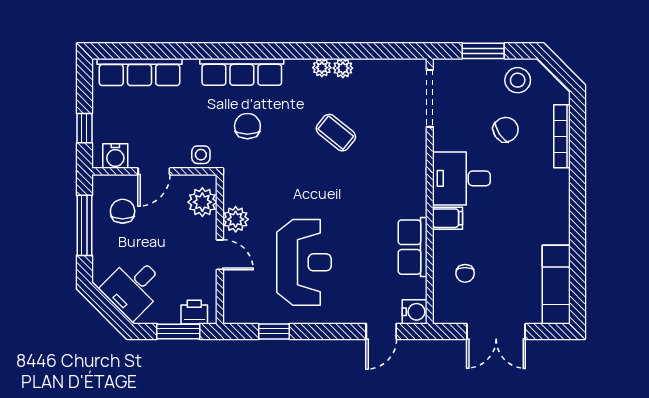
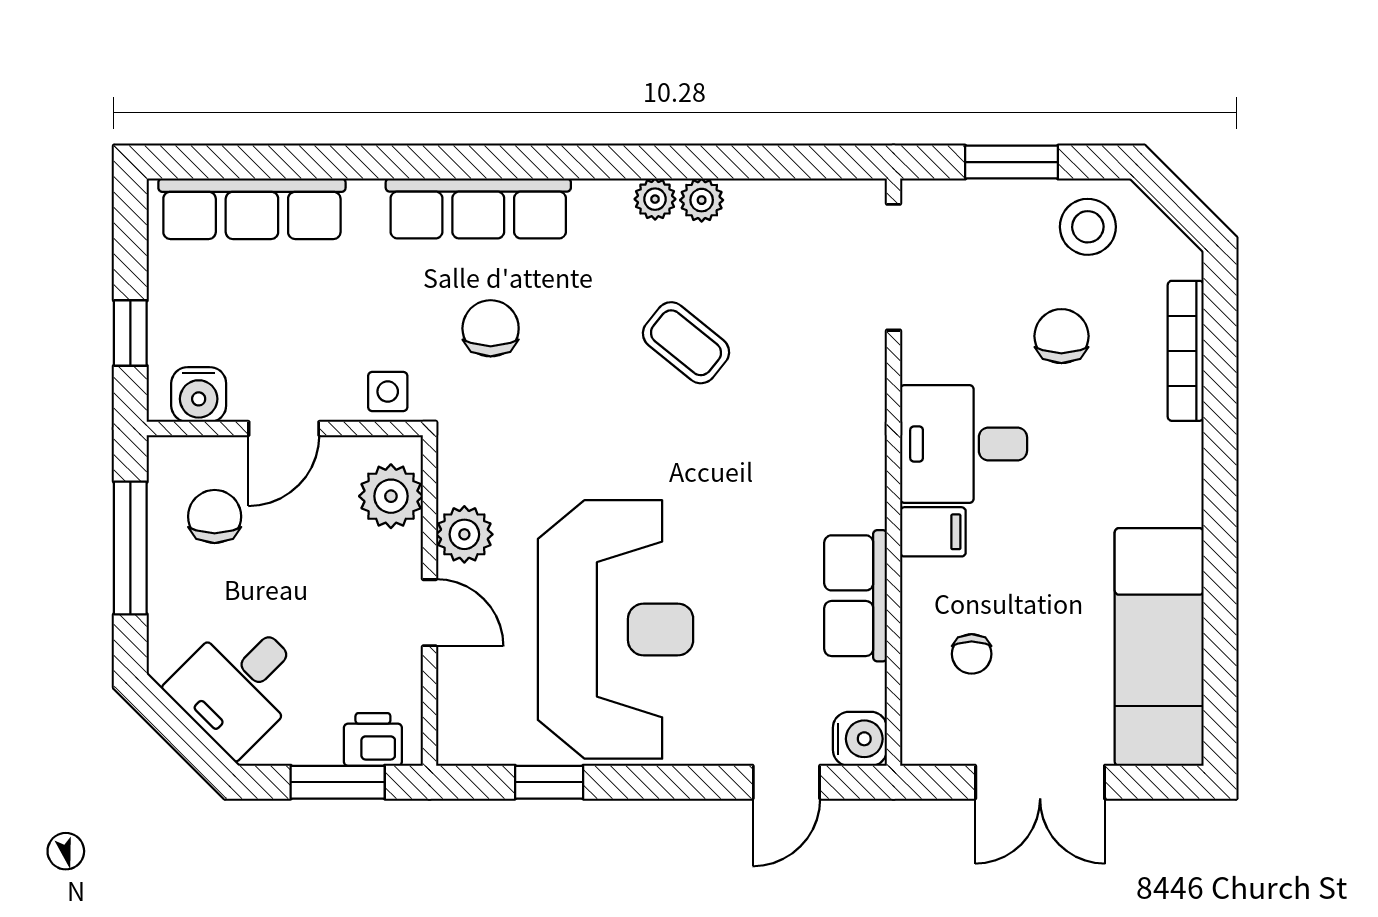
chair: (506, 130) -> (1061, 336), turned -57
reception desk: (304, 262) -> (616, 629), width x1.36, depth x1.30
exam couch: (556, 285) -> (1159, 647), width x1.36, depth x1.45

